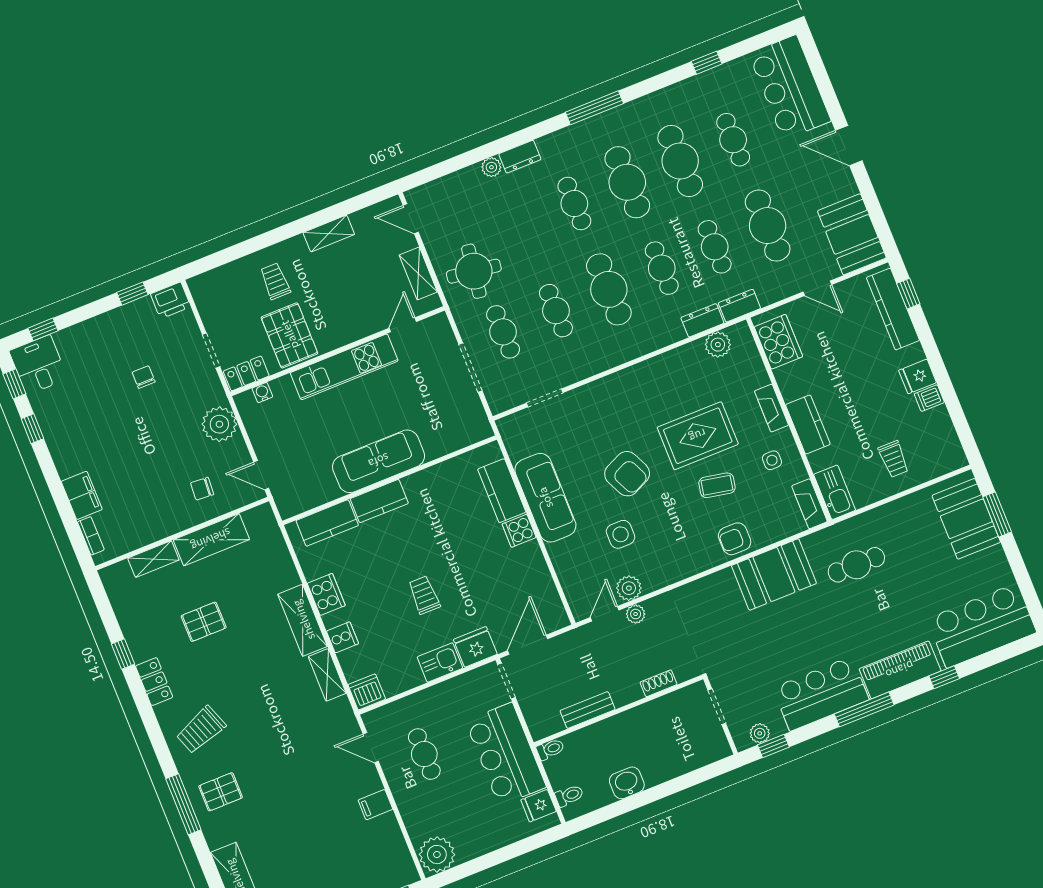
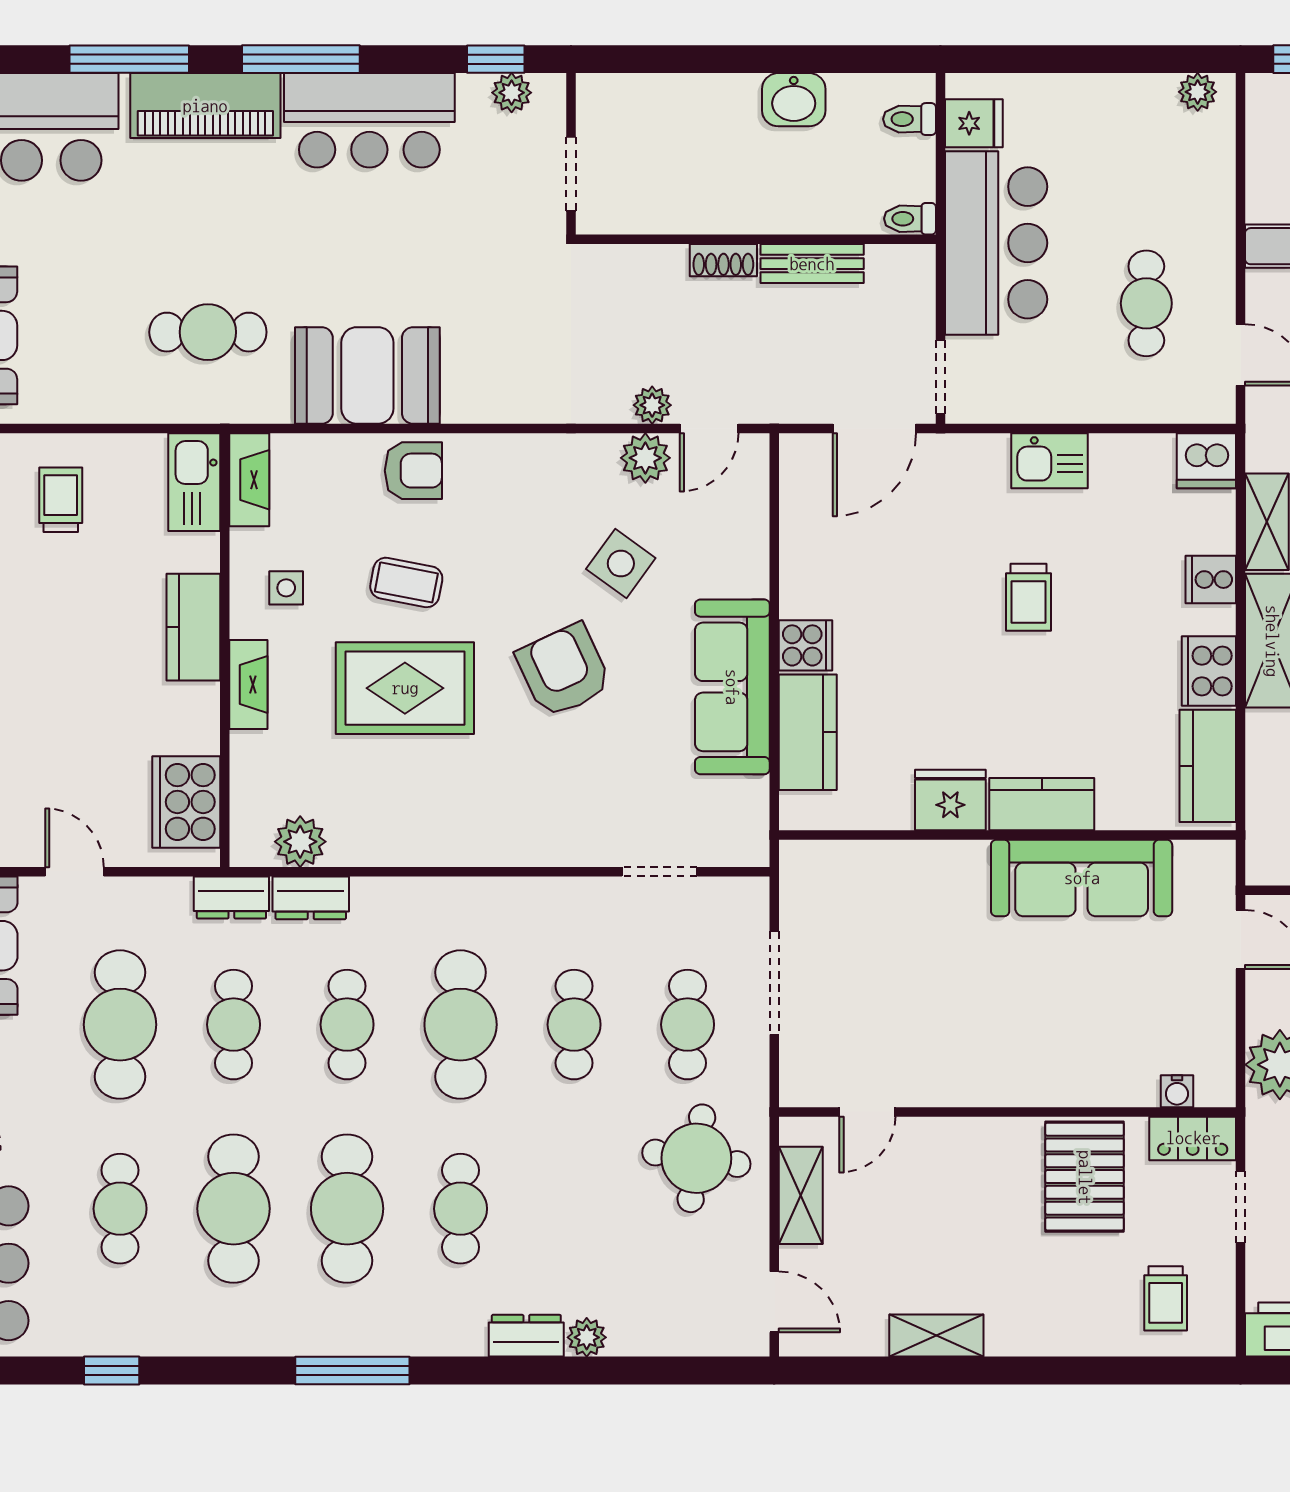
trolley: (275, 281) -> (1166, 1298), moved
kitchen unit: (344, 367) -> (1007, 1078), removed
sofa: (379, 461) -> (1082, 878), moved
kitchen counter: (327, 523) -> (1208, 766), moved, turned -90
side table: (621, 534) -> (621, 564), turned 36
fridge: (475, 647) -> (950, 800), moved, turned 180
window: (944, 677) -> (129, 59), width x2.17
shoe rack: (659, 683) -> (723, 260), moved
plant: (437, 855) -> (1198, 92), width x0.53, depth x0.53

